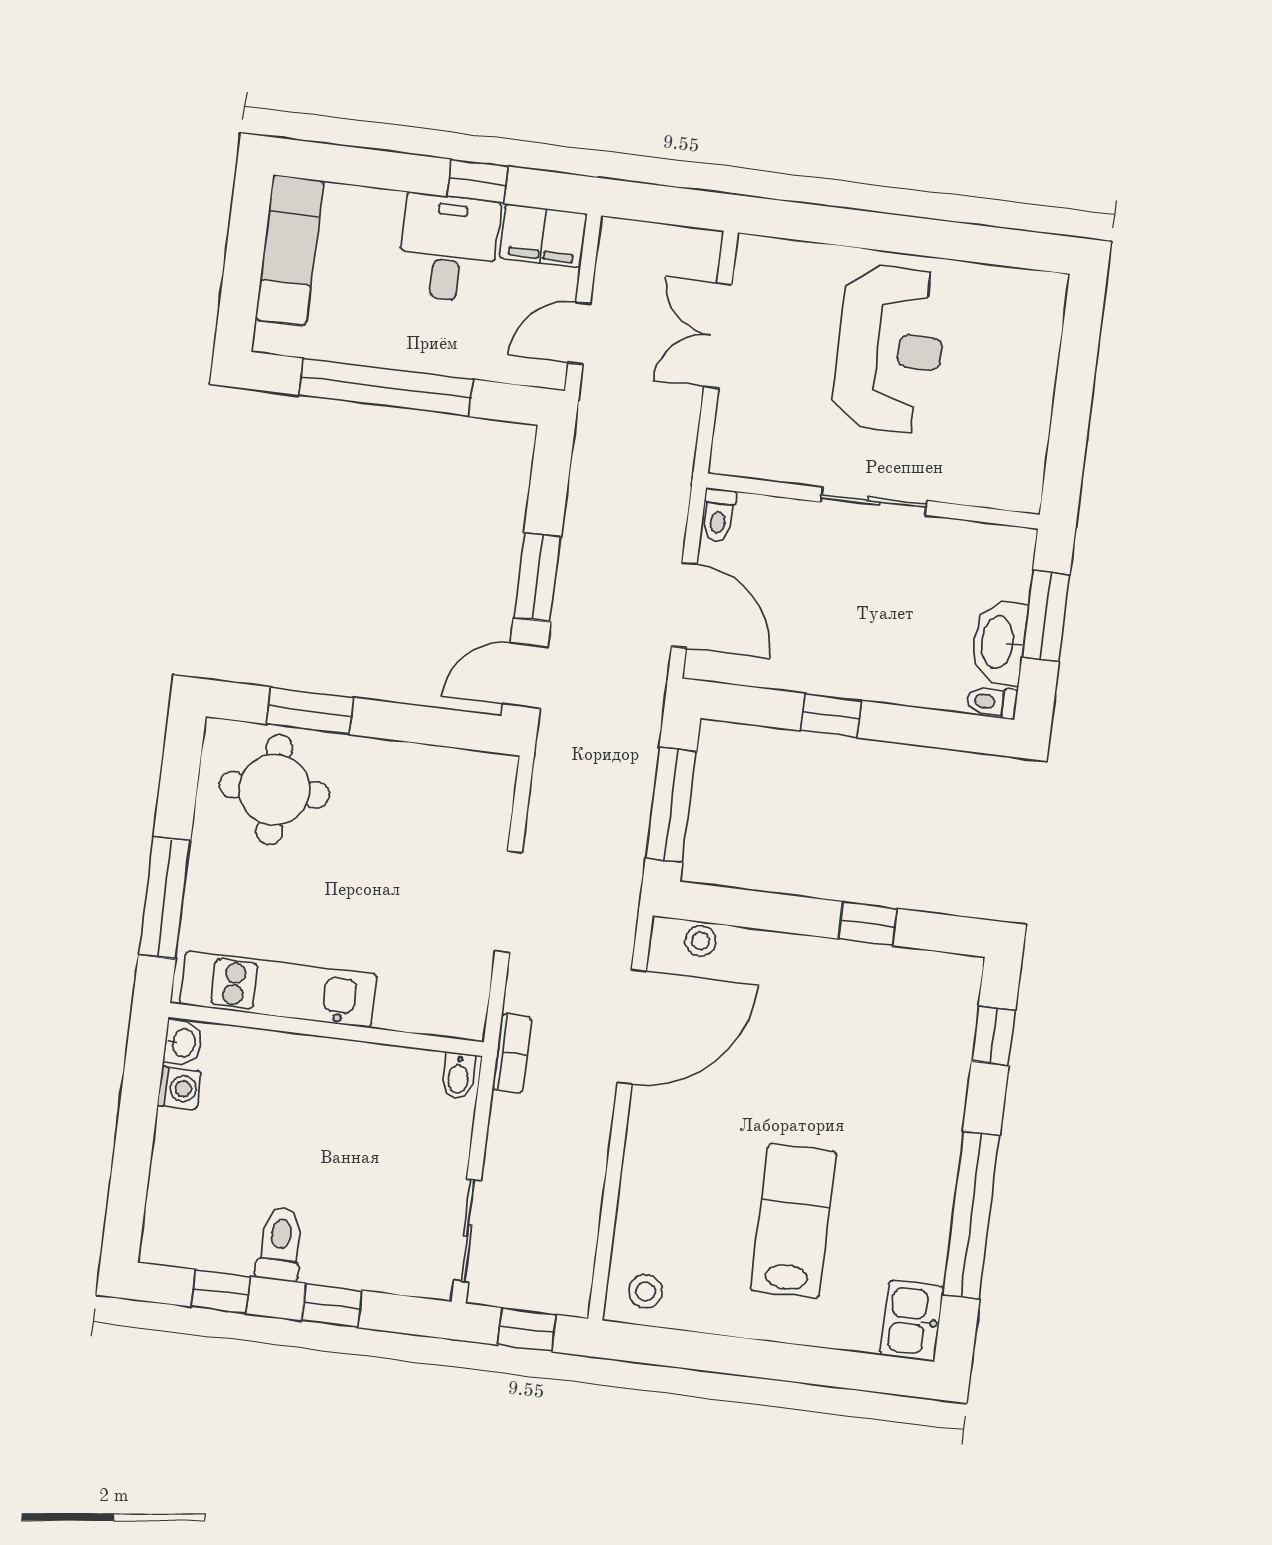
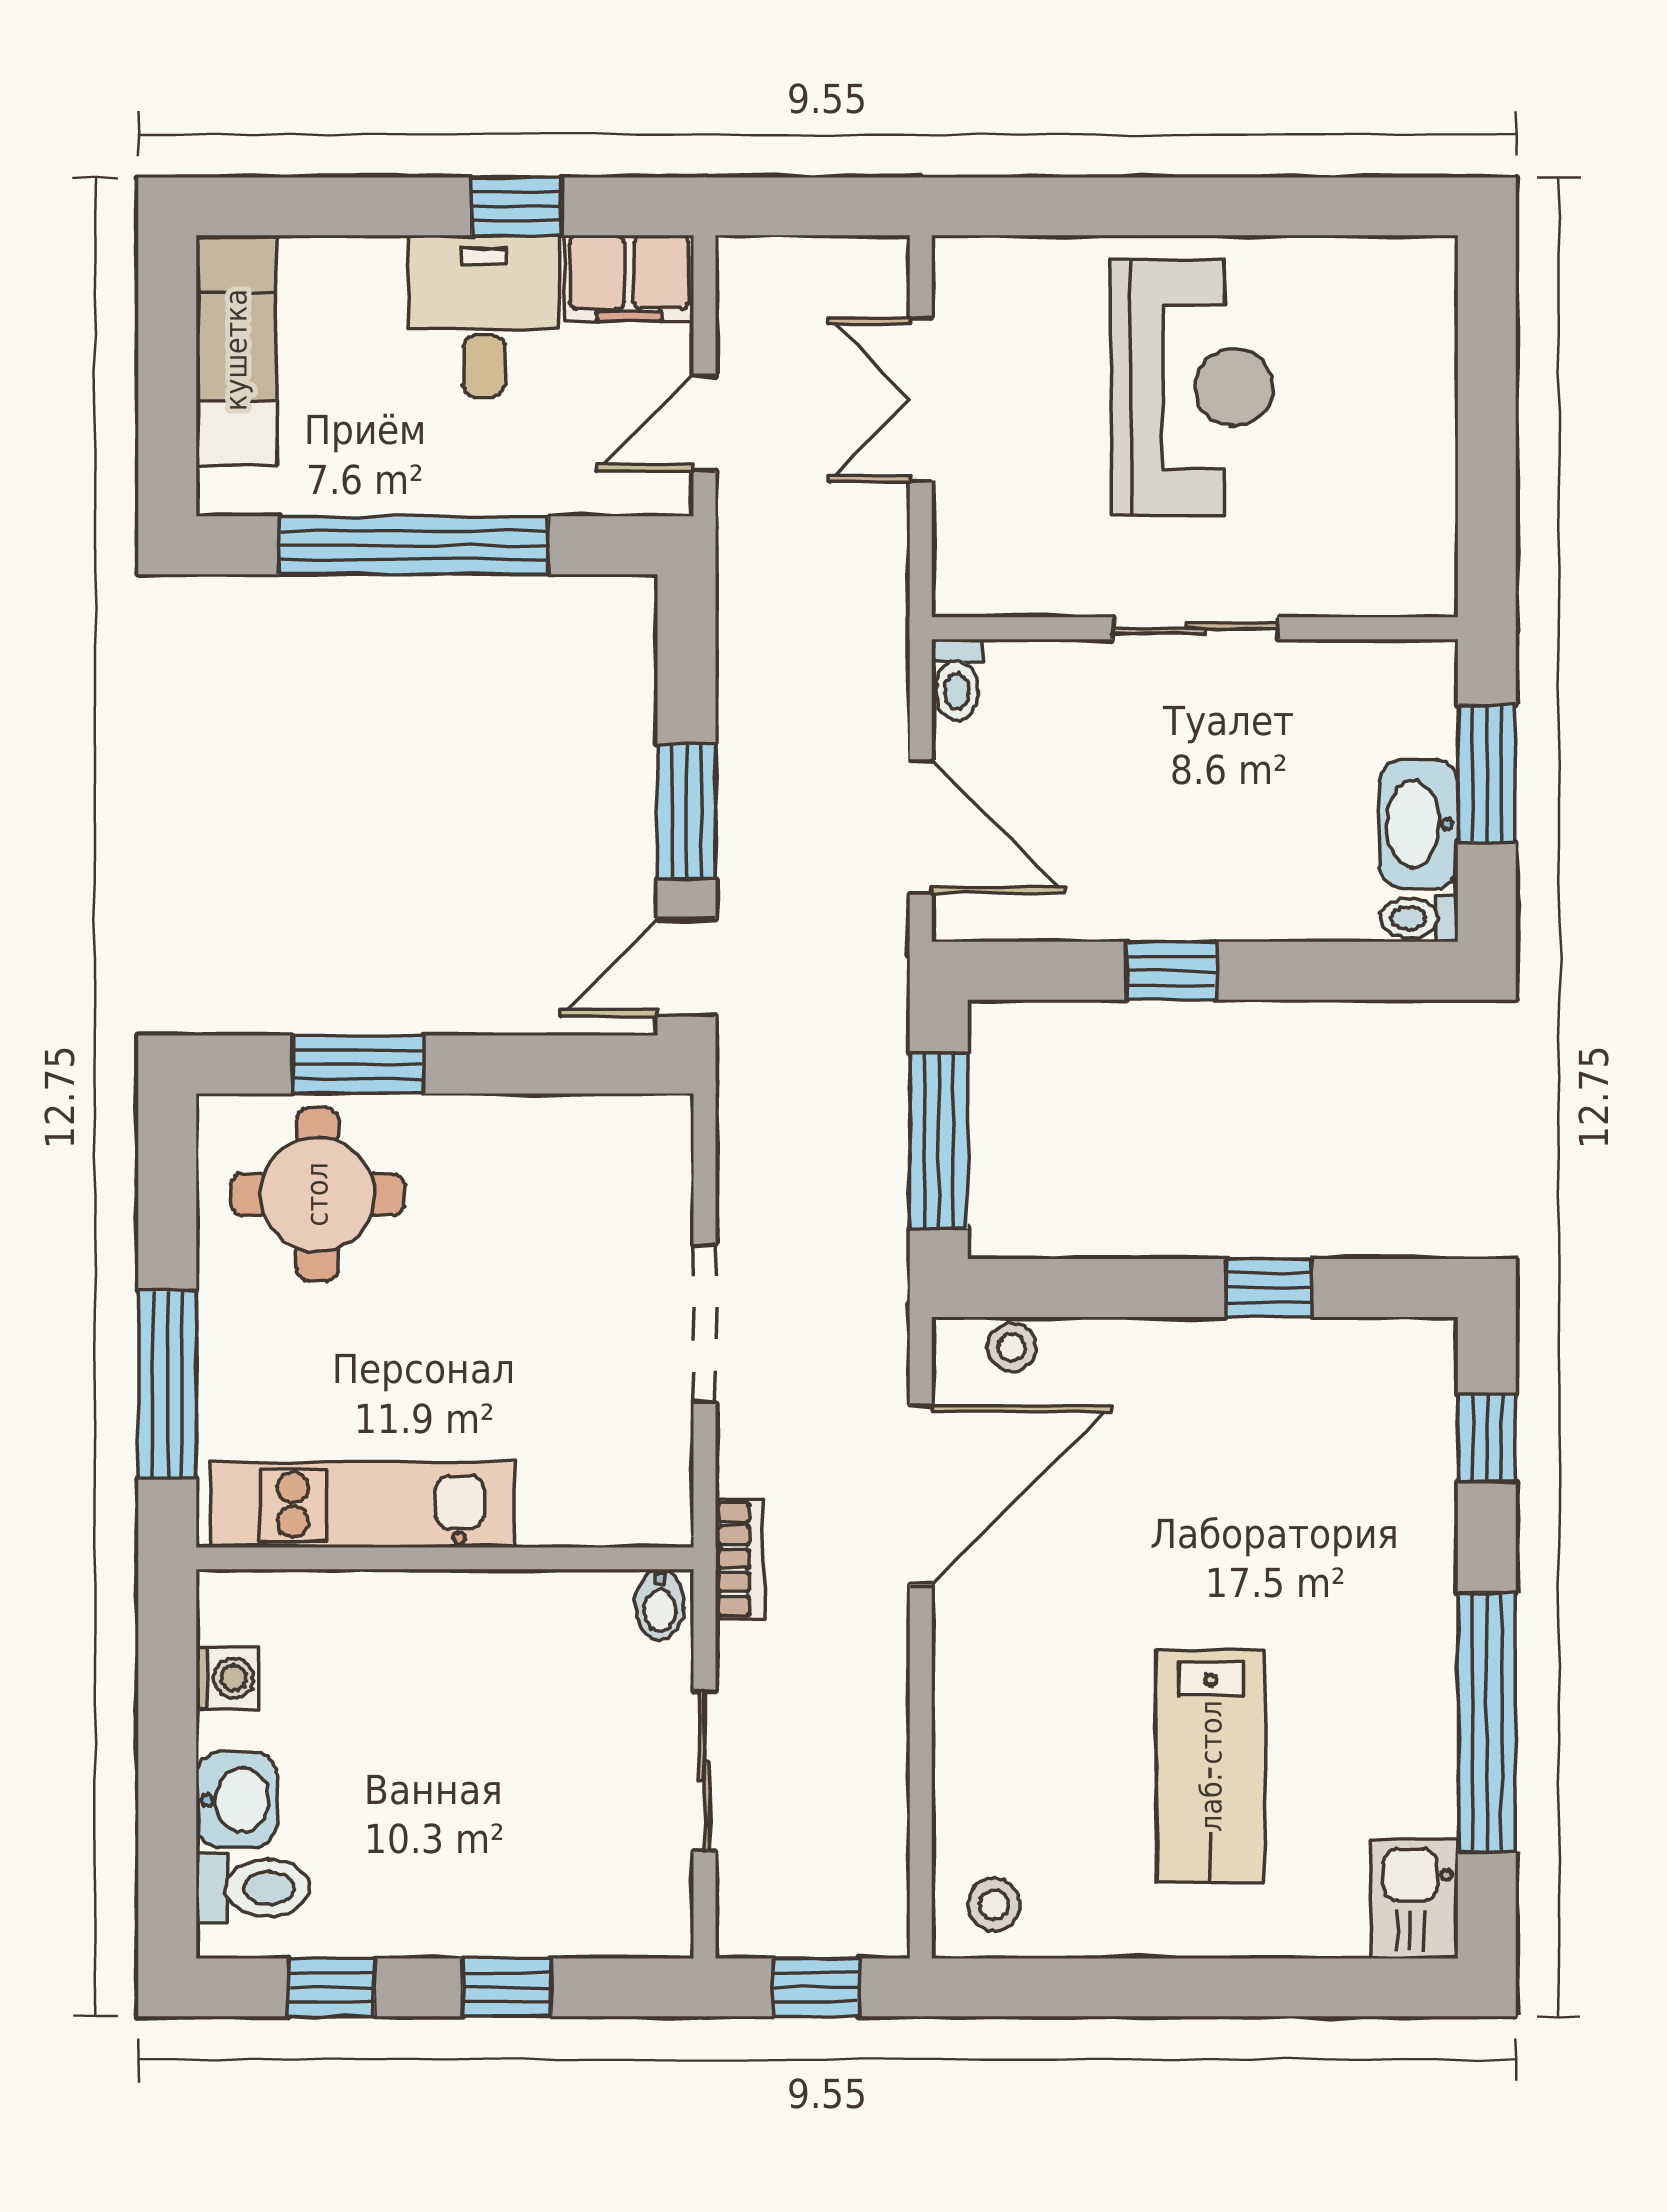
washbasin: (183, 1043) -> (237, 1800), moved, width x1.38, depth x1.45
lab bench: (793, 1221) -> (1211, 1766), turned 180
sliding door: (468, 1231) -> (704, 1771), moved
toilet: (280, 1244) -> (253, 1888), moved, turned 90

